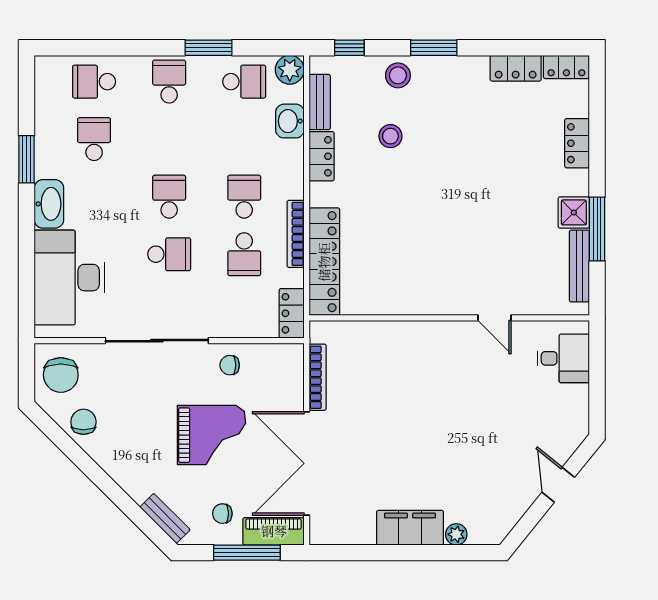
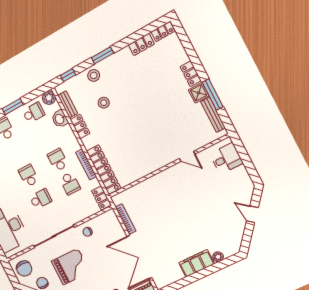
locker: (577, 143) -> (191, 74), moved
grand piano: (212, 435) -> (71, 267), moved

